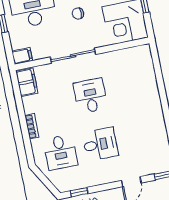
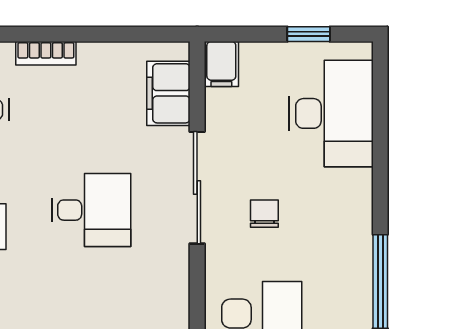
chair: (78, 14) -> (264, 214), moved
filing cabinet: (27, 82) -> (168, 93), moved, turned 90

